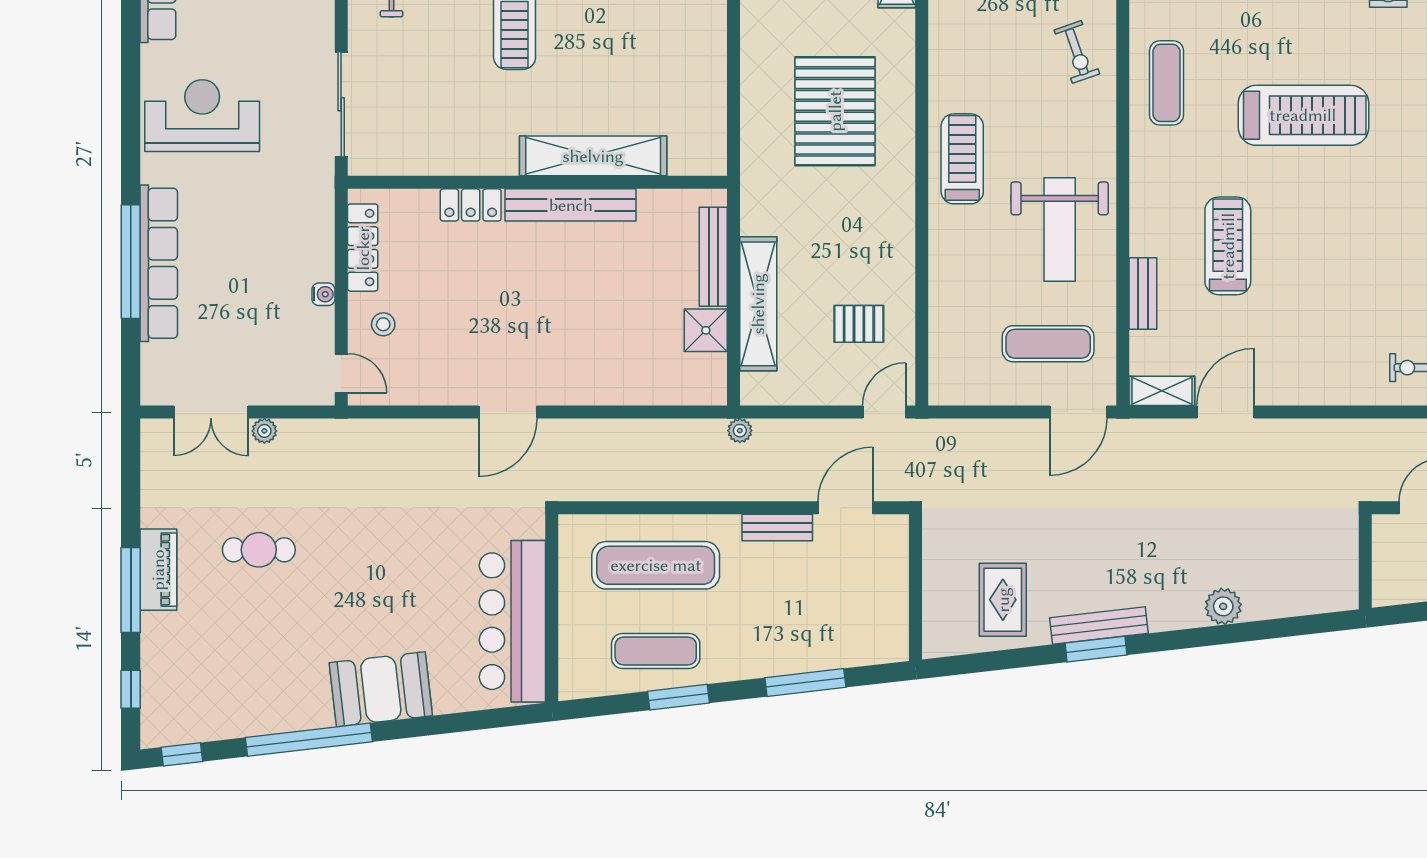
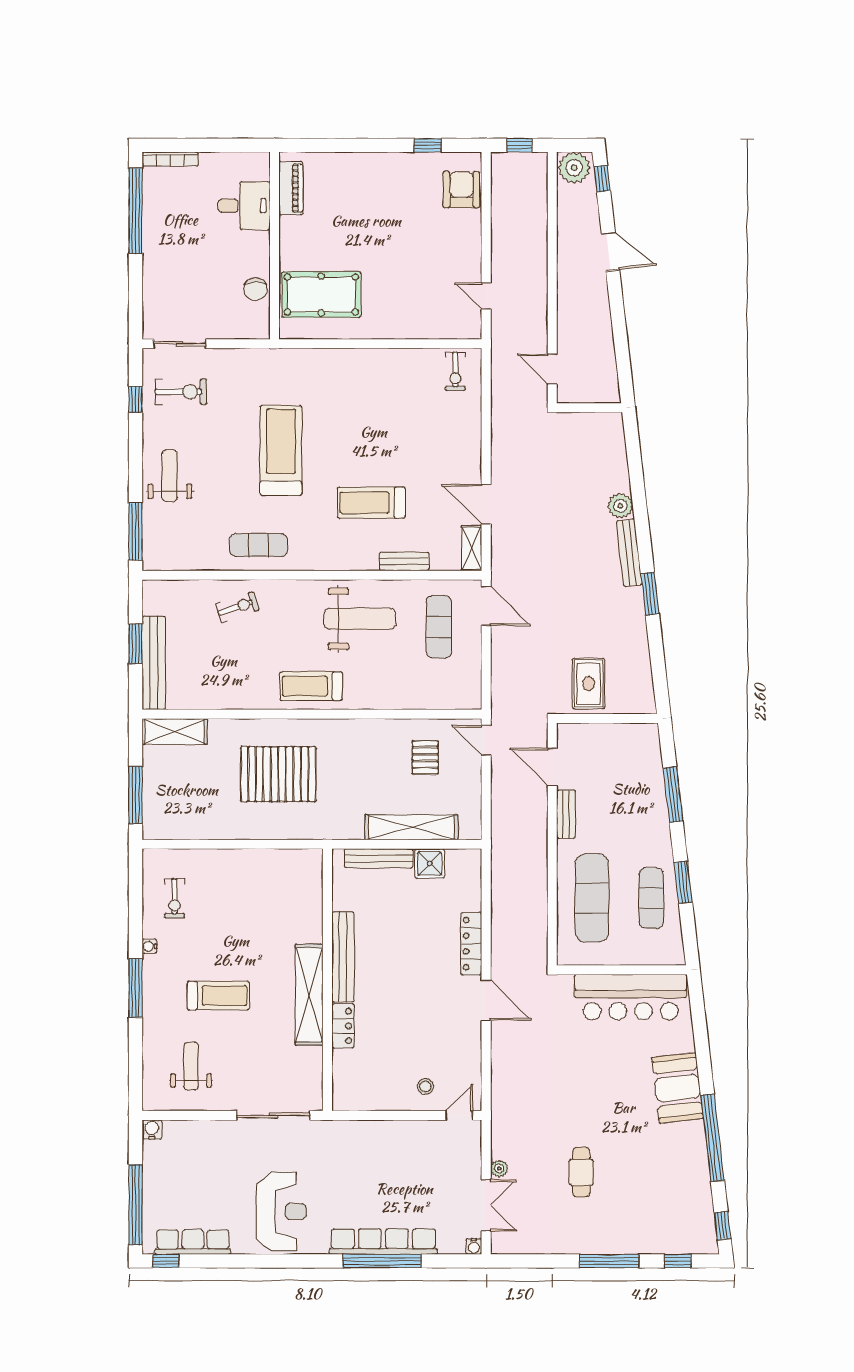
reception desk: (202, 116) -> (281, 1211), turned 180
shelving: (593, 156) -> (309, 995), moved
locker: (363, 248) -> (471, 944), moved, turned -90
water cooler: (323, 294) -> (474, 1246), moved, turned 180
plant: (740, 431) -> (499, 840), removed
piano: (158, 570) -> (595, 1242), removed
rug: (1003, 600) -> (588, 684), moved, turned 90
bench: (1099, 626) -> (629, 553), moved

